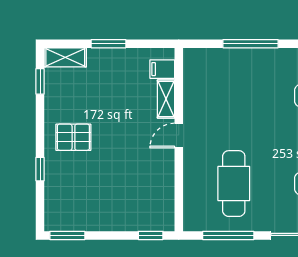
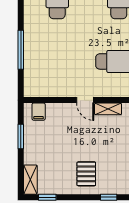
window: (108, 44) -> (21, 137), moved
shelving: (166, 99) -> (108, 109), moved

